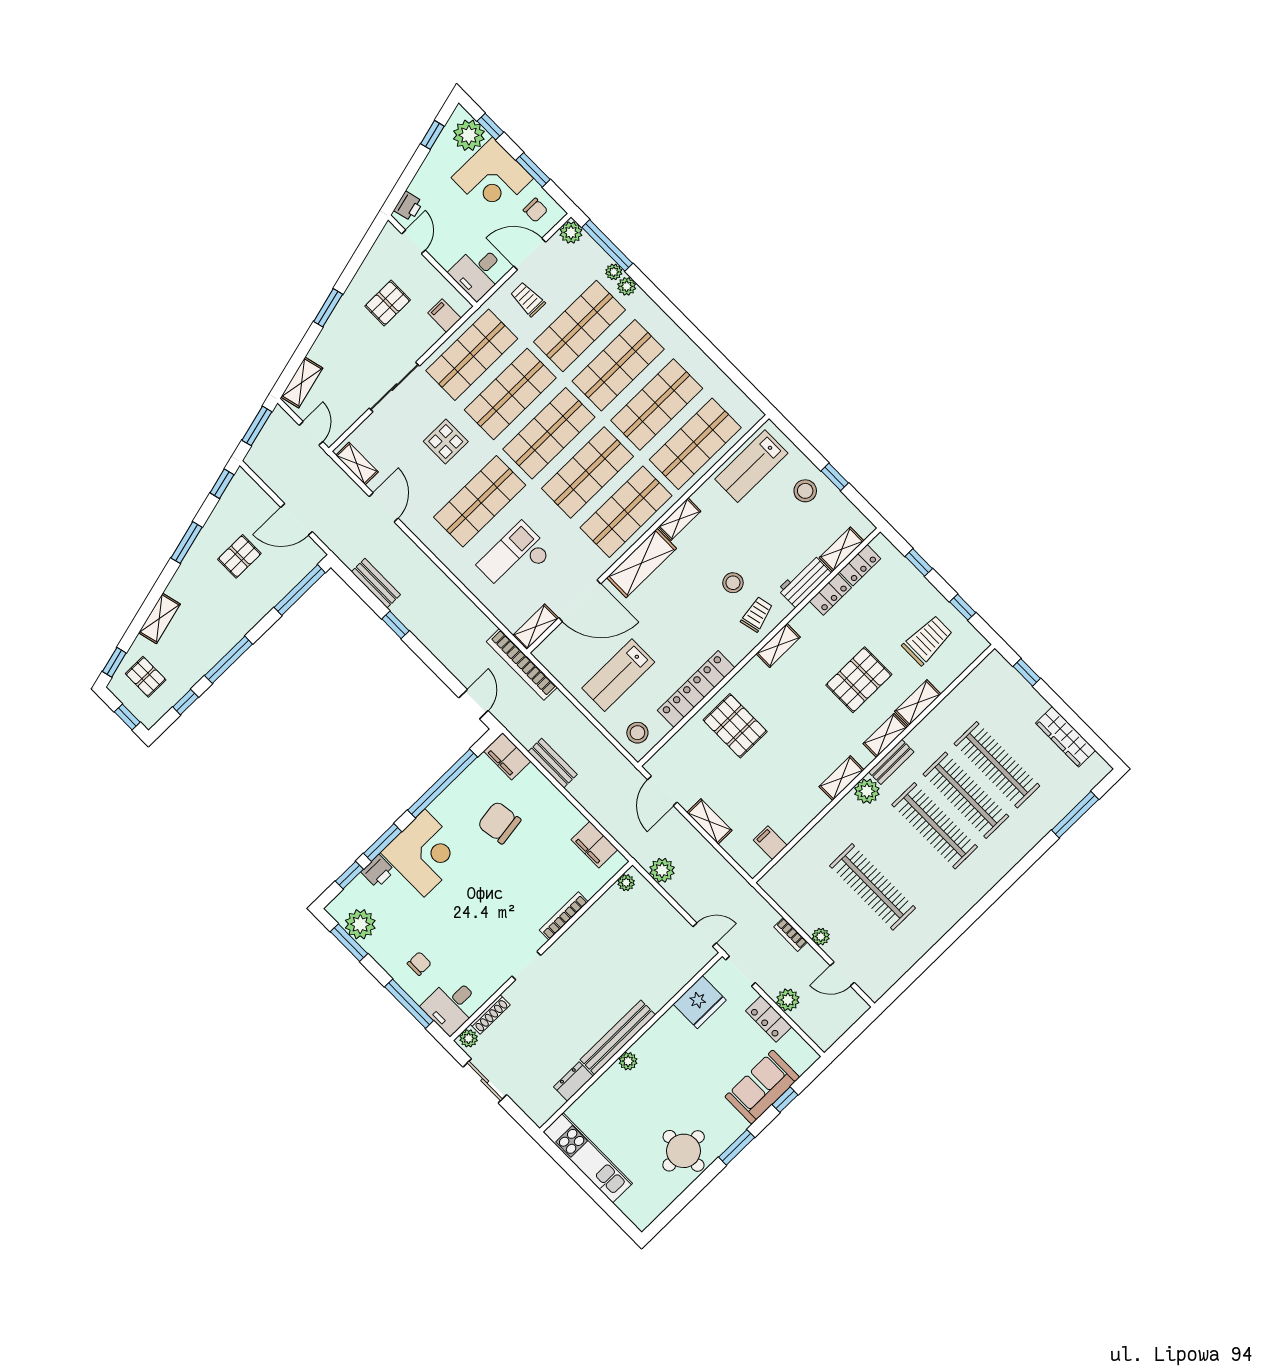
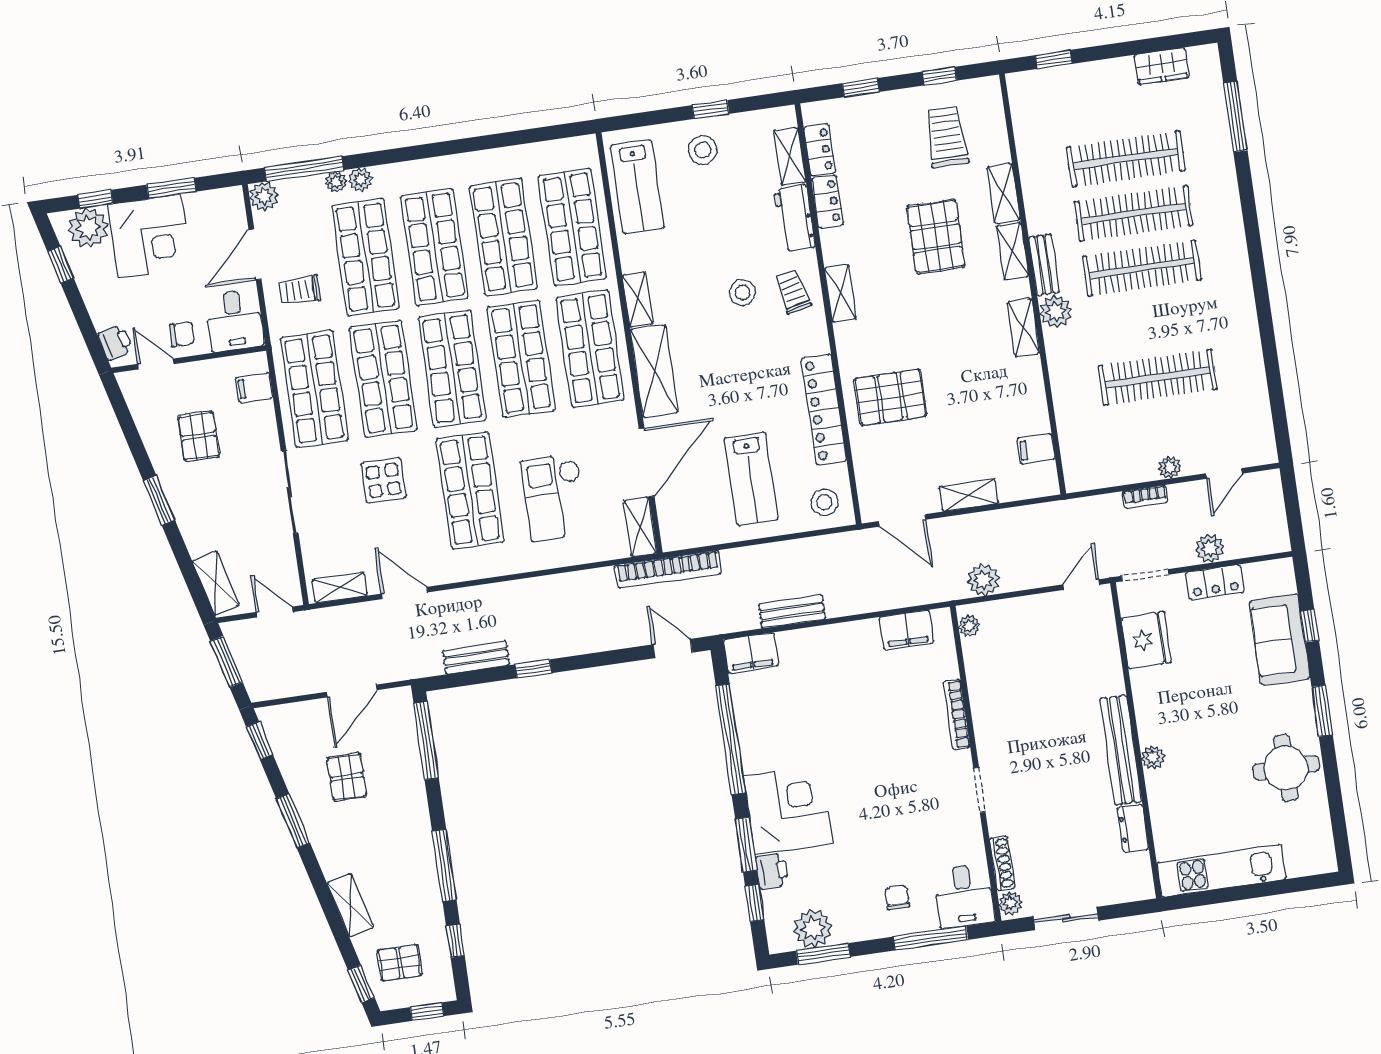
chair: (535, 210) -> (182, 334), moved
wardrobe: (1065, 737) -> (1161, 66), width x0.67
chair: (499, 823) -> (813, 711), removed

